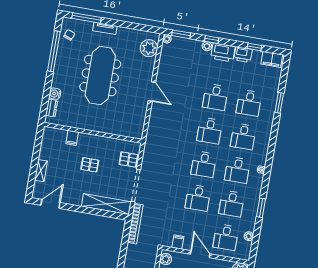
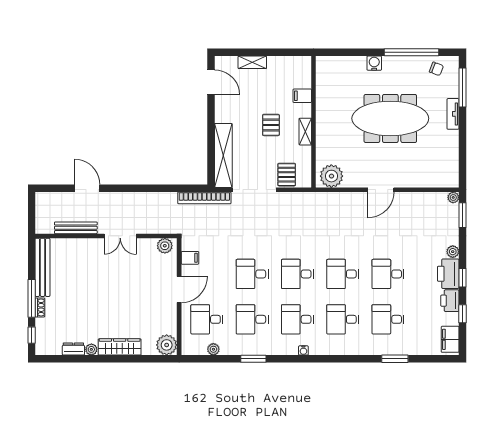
window: (212, 40) -> (462, 278), moved
plant: (149, 48) -> (331, 176), moved
water cooler: (55, 94) -> (374, 63), moved
dresser: (52, 108) -> (337, 62), removed
shelving: (99, 140) -> (305, 132), added

